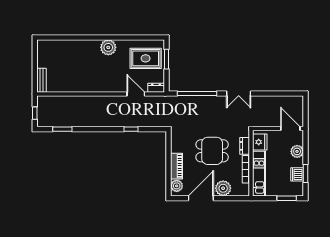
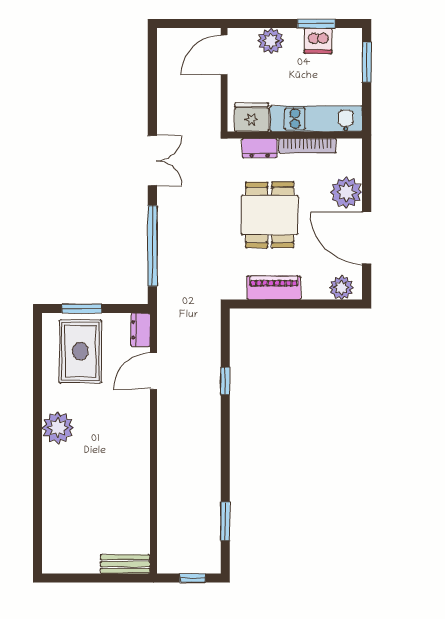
piano: (177, 166) -> (274, 288), moved

